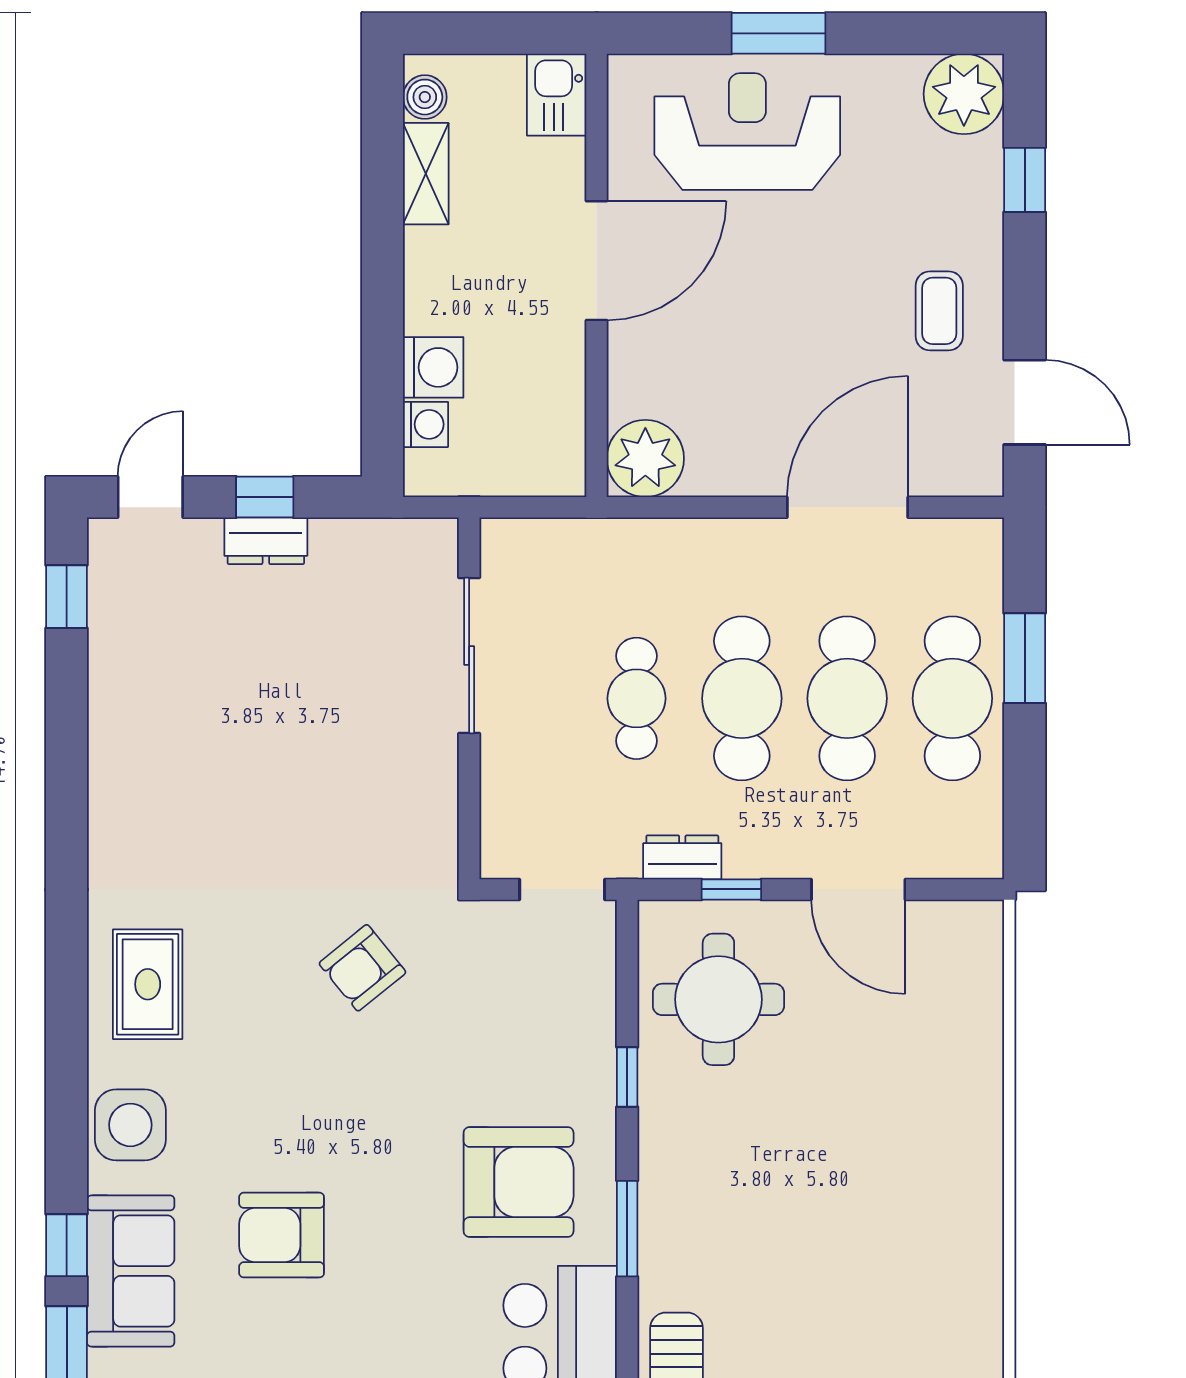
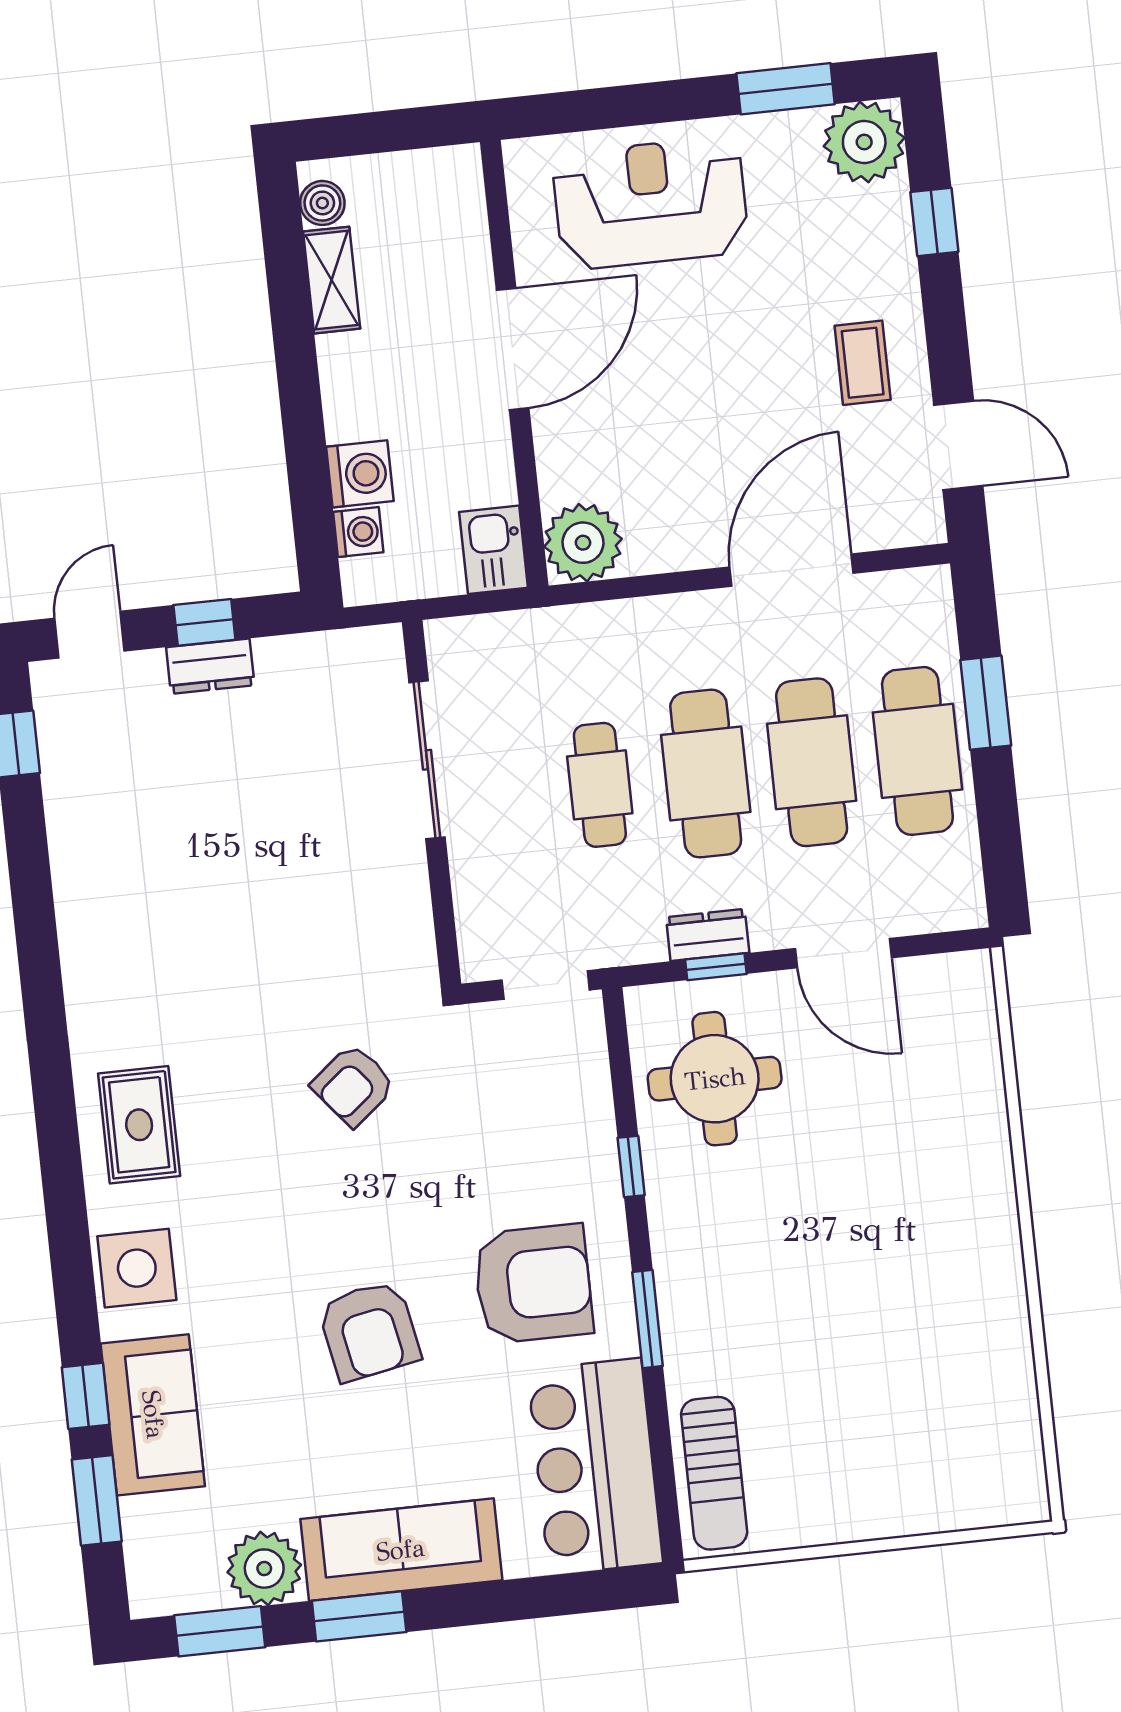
window: (779, 33) -> (786, 89), moved
kitchen sink: (557, 95) -> (494, 550), moved
dresser: (682, 857) -> (708, 935), moved
armchair: (282, 1235) -> (369, 1331), moved, turned -101

